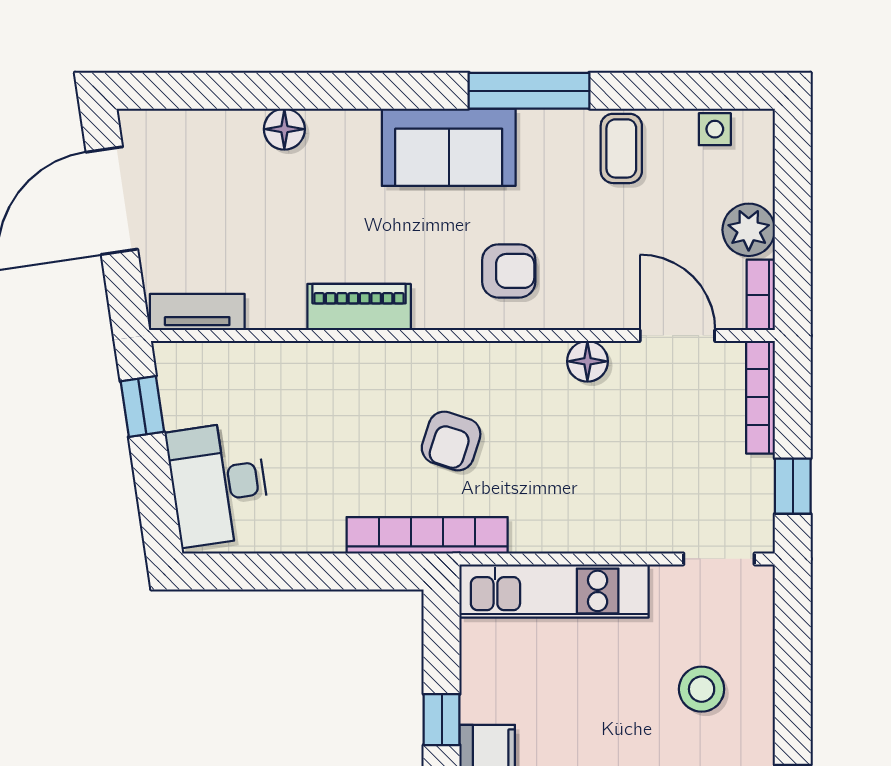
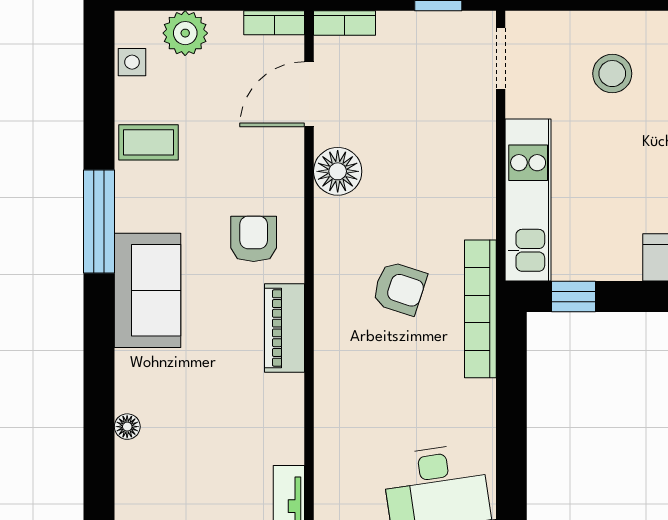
floor lamp: (284, 129) -> (127, 427), width x0.73, depth x0.73
plant: (749, 230) -> (185, 33), moved
piano: (359, 307) -> (285, 328), moved
floor lamp: (587, 361) -> (338, 171), width x1.38, depth x1.38
bookcase: (760, 397) -> (345, 23), width x0.64
window: (442, 720) -> (573, 296), moved

